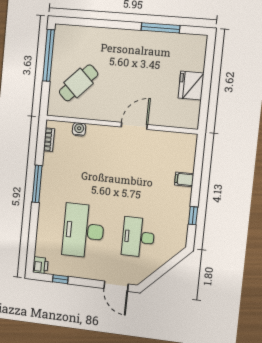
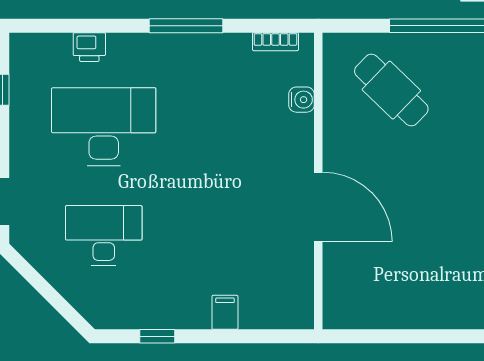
fridge: (191, 86) -> (405, 307), removed
door: (134, 126) -> (318, 207), width x1.36
printer: (40, 265) -> (89, 47), moved

